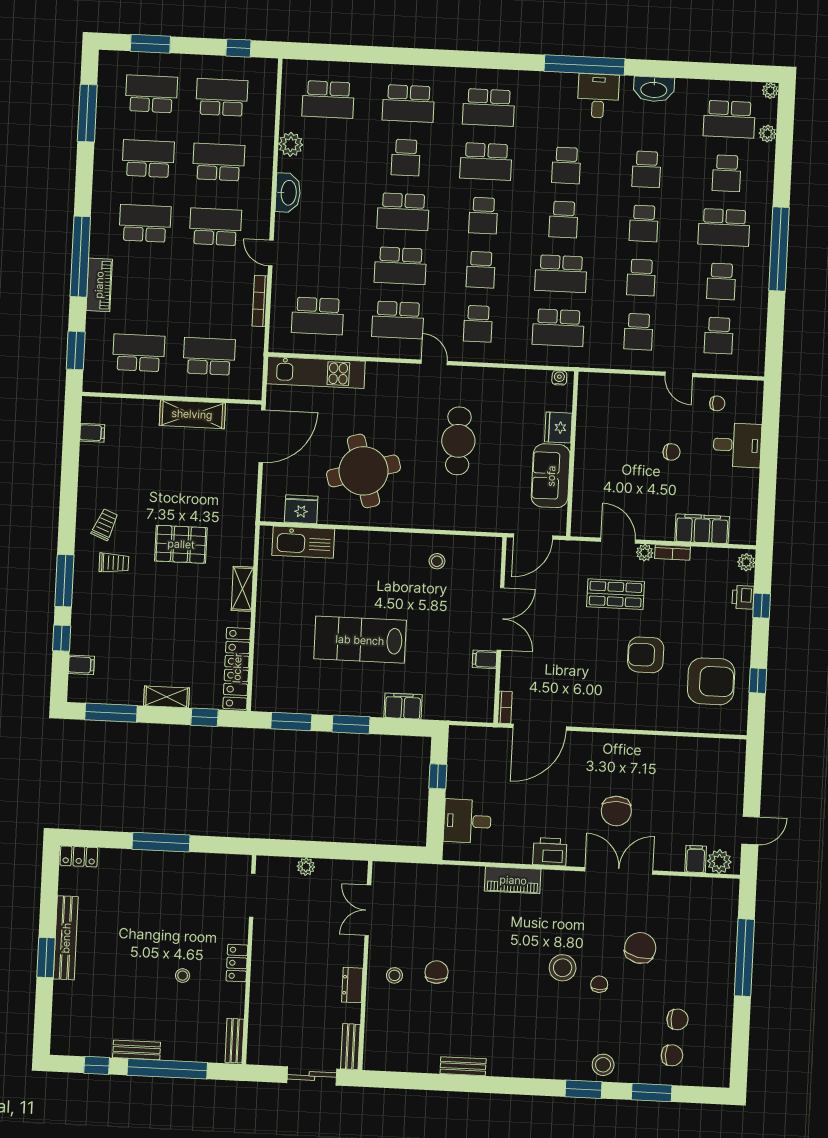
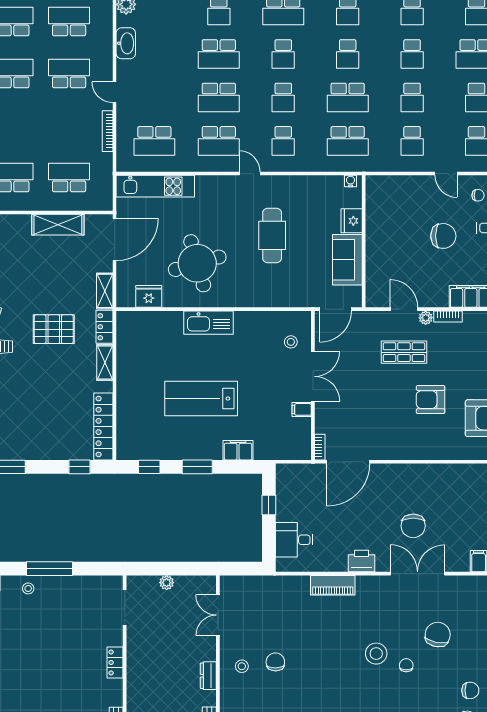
chair: (672, 452) -> (443, 236), width x1.87, depth x1.87
kitchen sink: (303, 542) -> (208, 323), moved
locker: (244, 544) -> (104, 327), added
stool: (437, 561) -> (291, 342), moved
shelving: (167, 697) -> (105, 291), moved, turned 90
window: (291, 722) -> (149, 467), width x0.67
stool: (183, 976) -> (28, 588), moved

